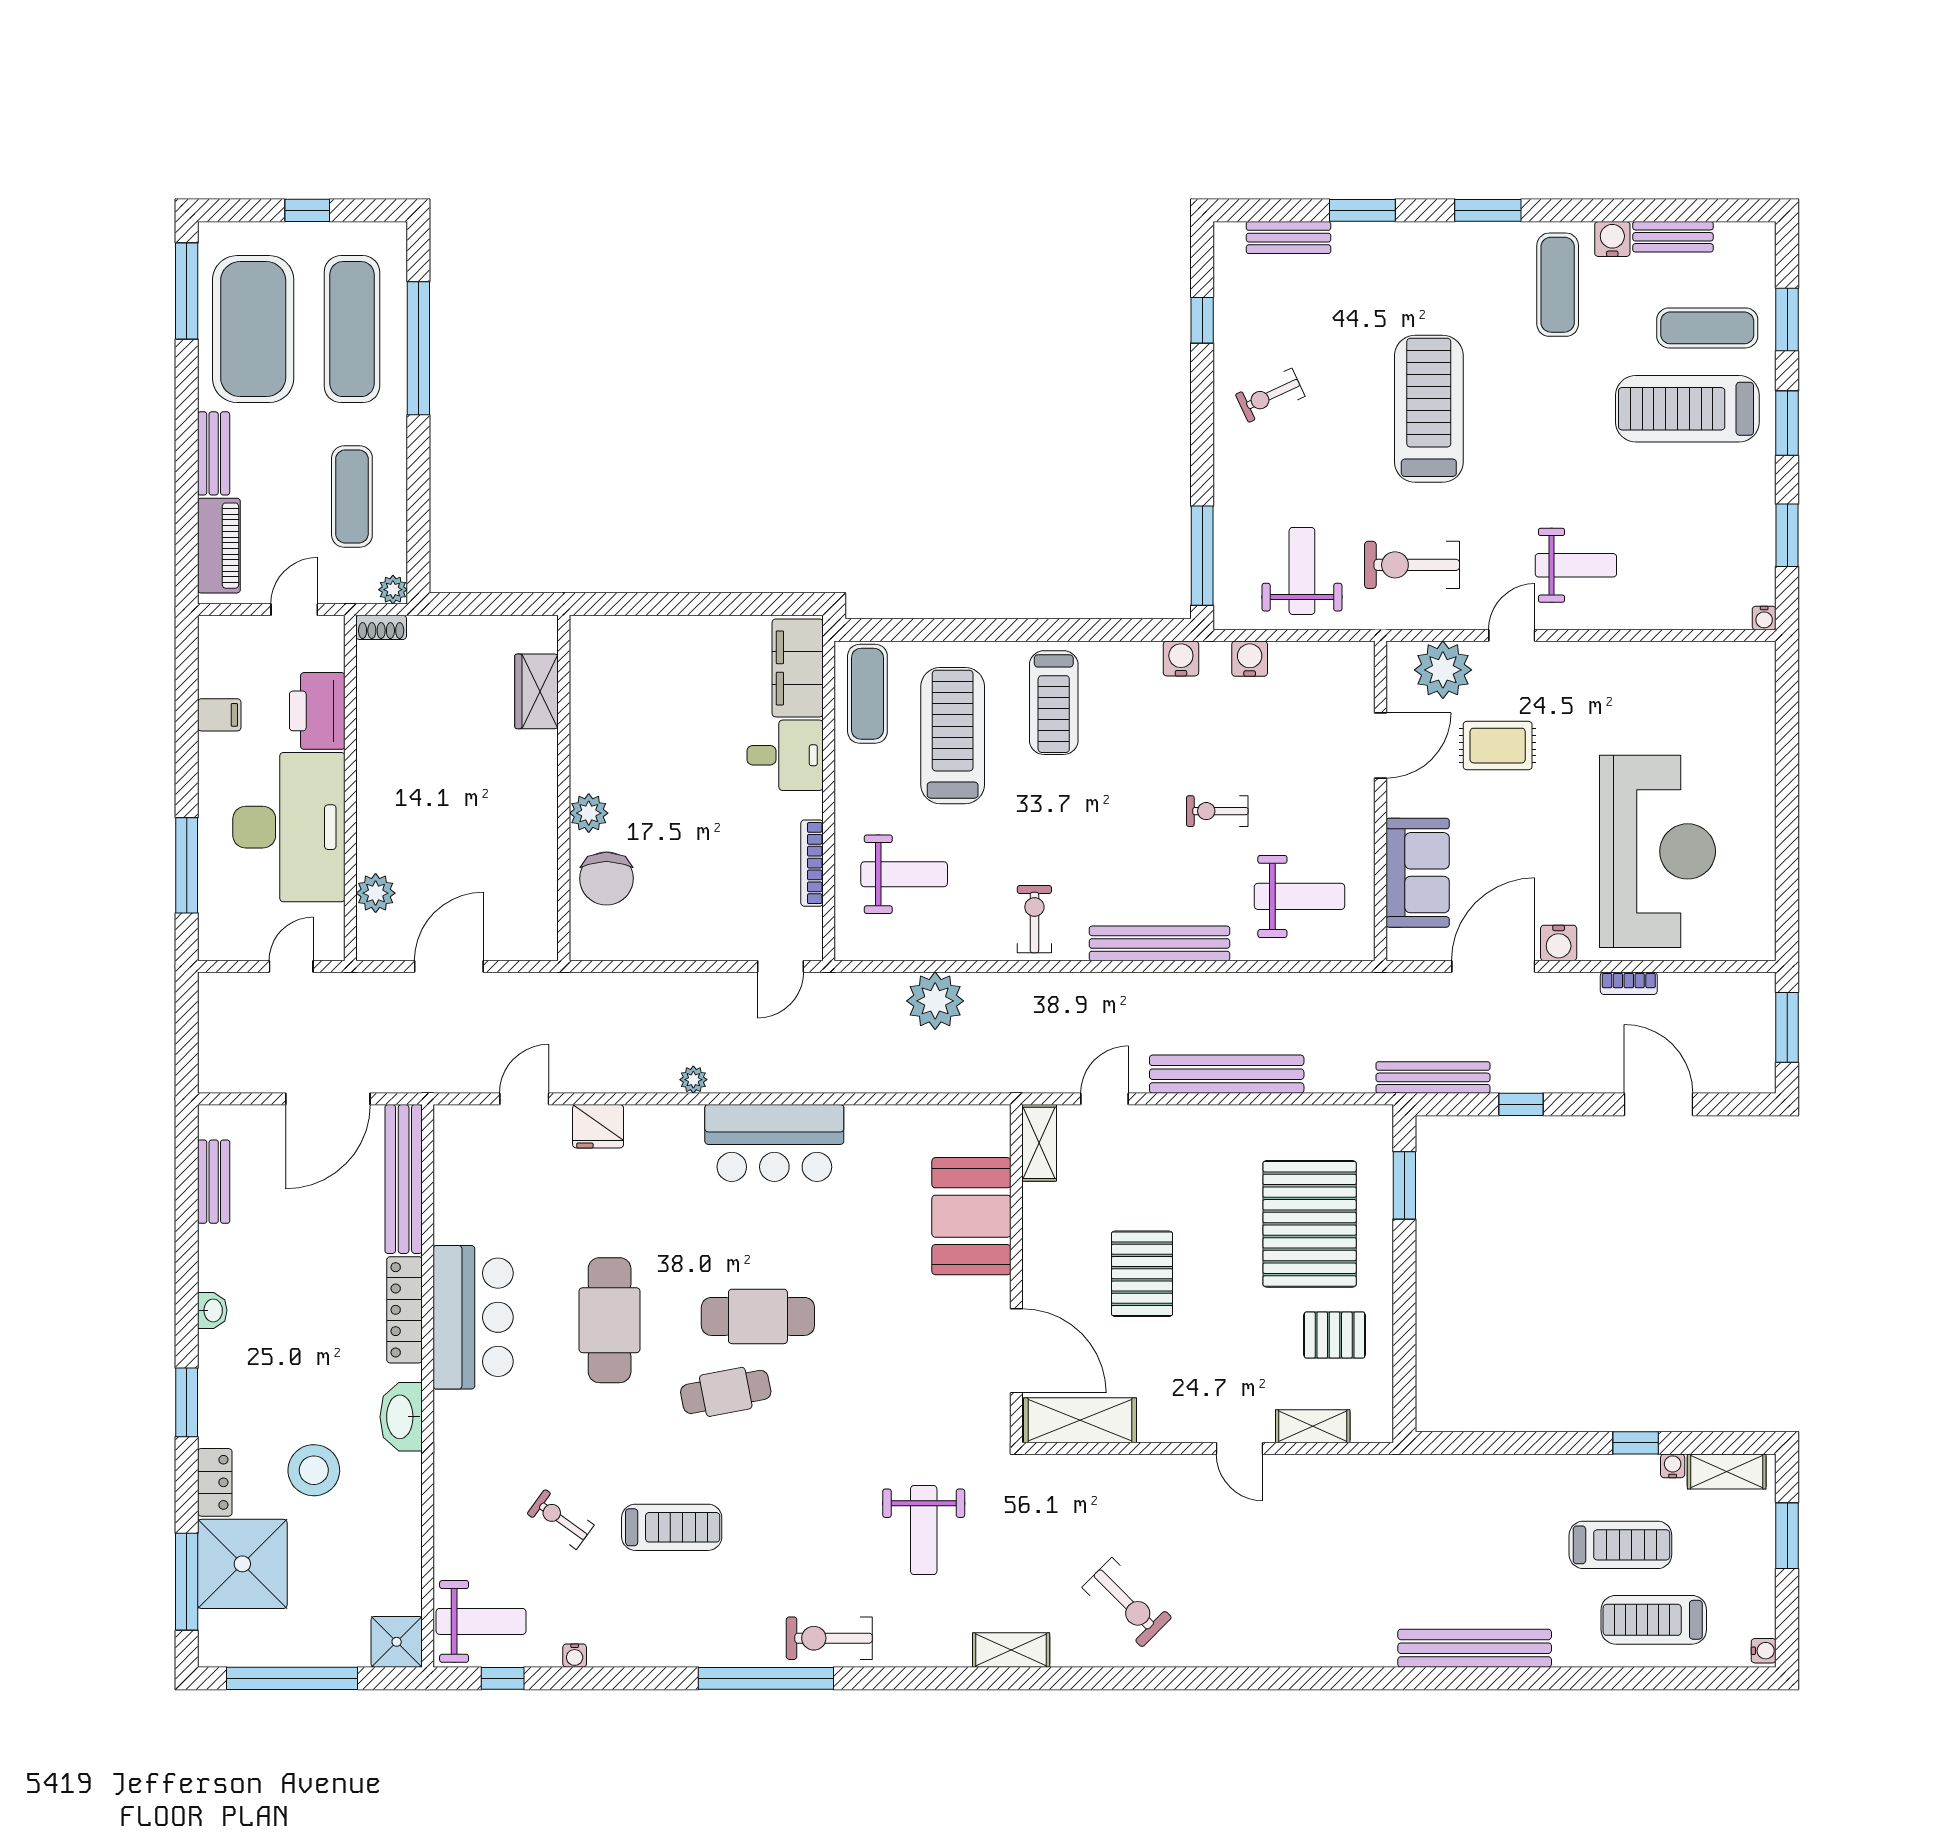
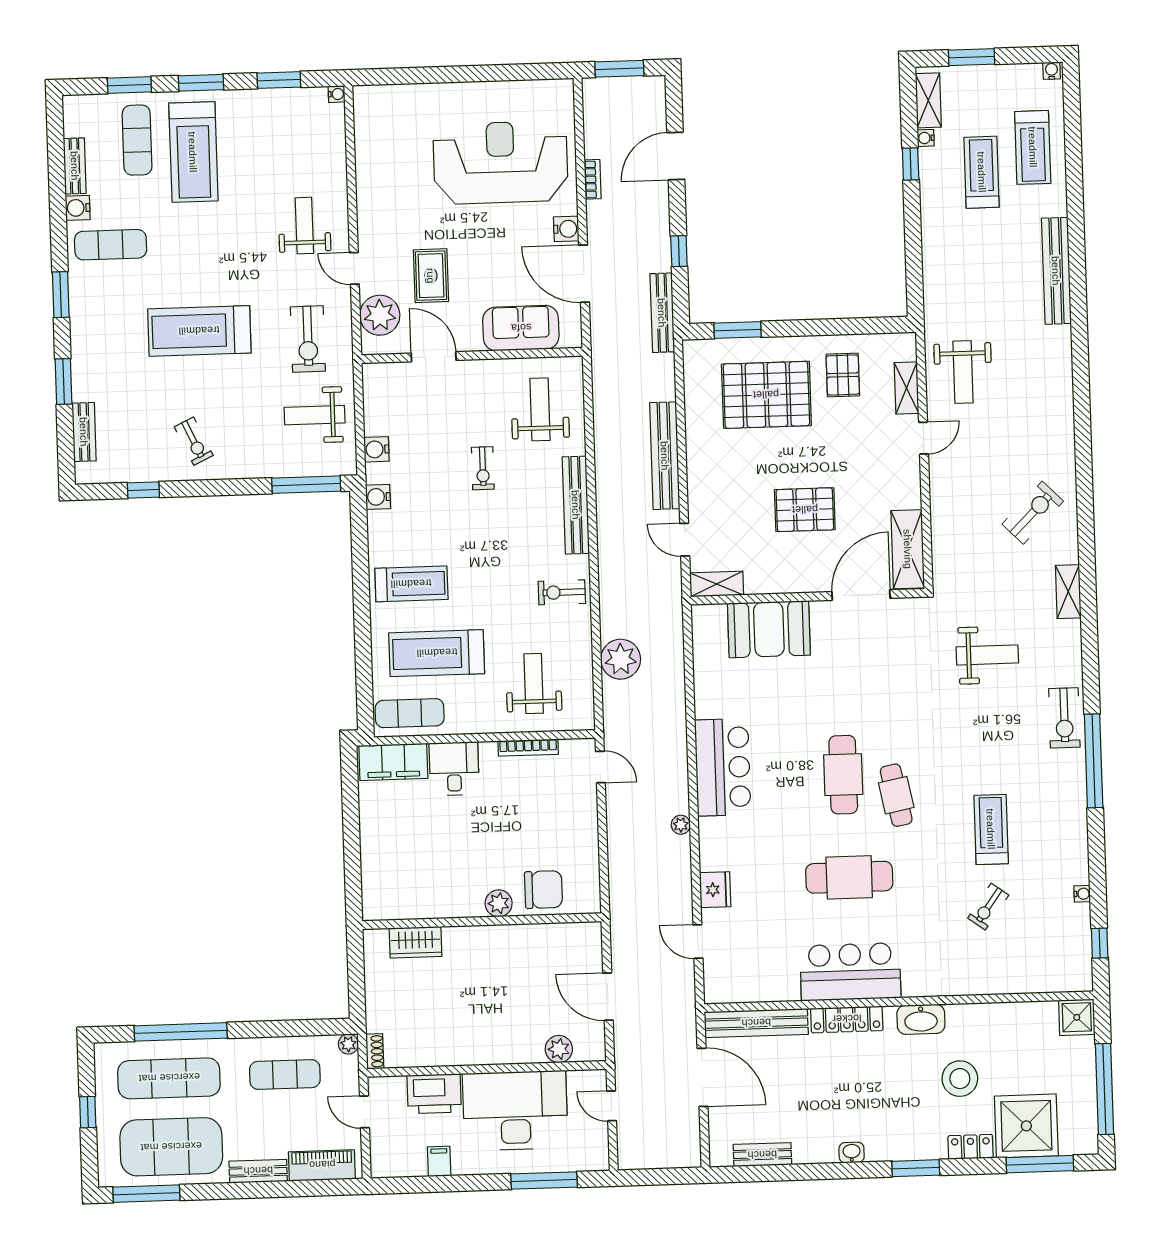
weight bench: (481, 1621) -> (963, 372), moved, turned 180

